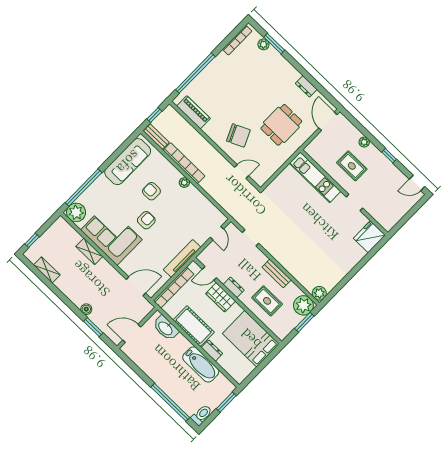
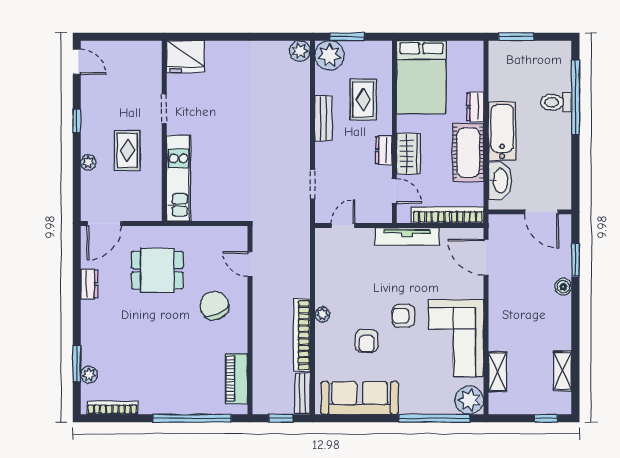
shelving: (89, 251) -> (497, 372), moved
bathtub: (201, 364) -> (502, 131), moved
toilet: (202, 415) -> (556, 102), moved

